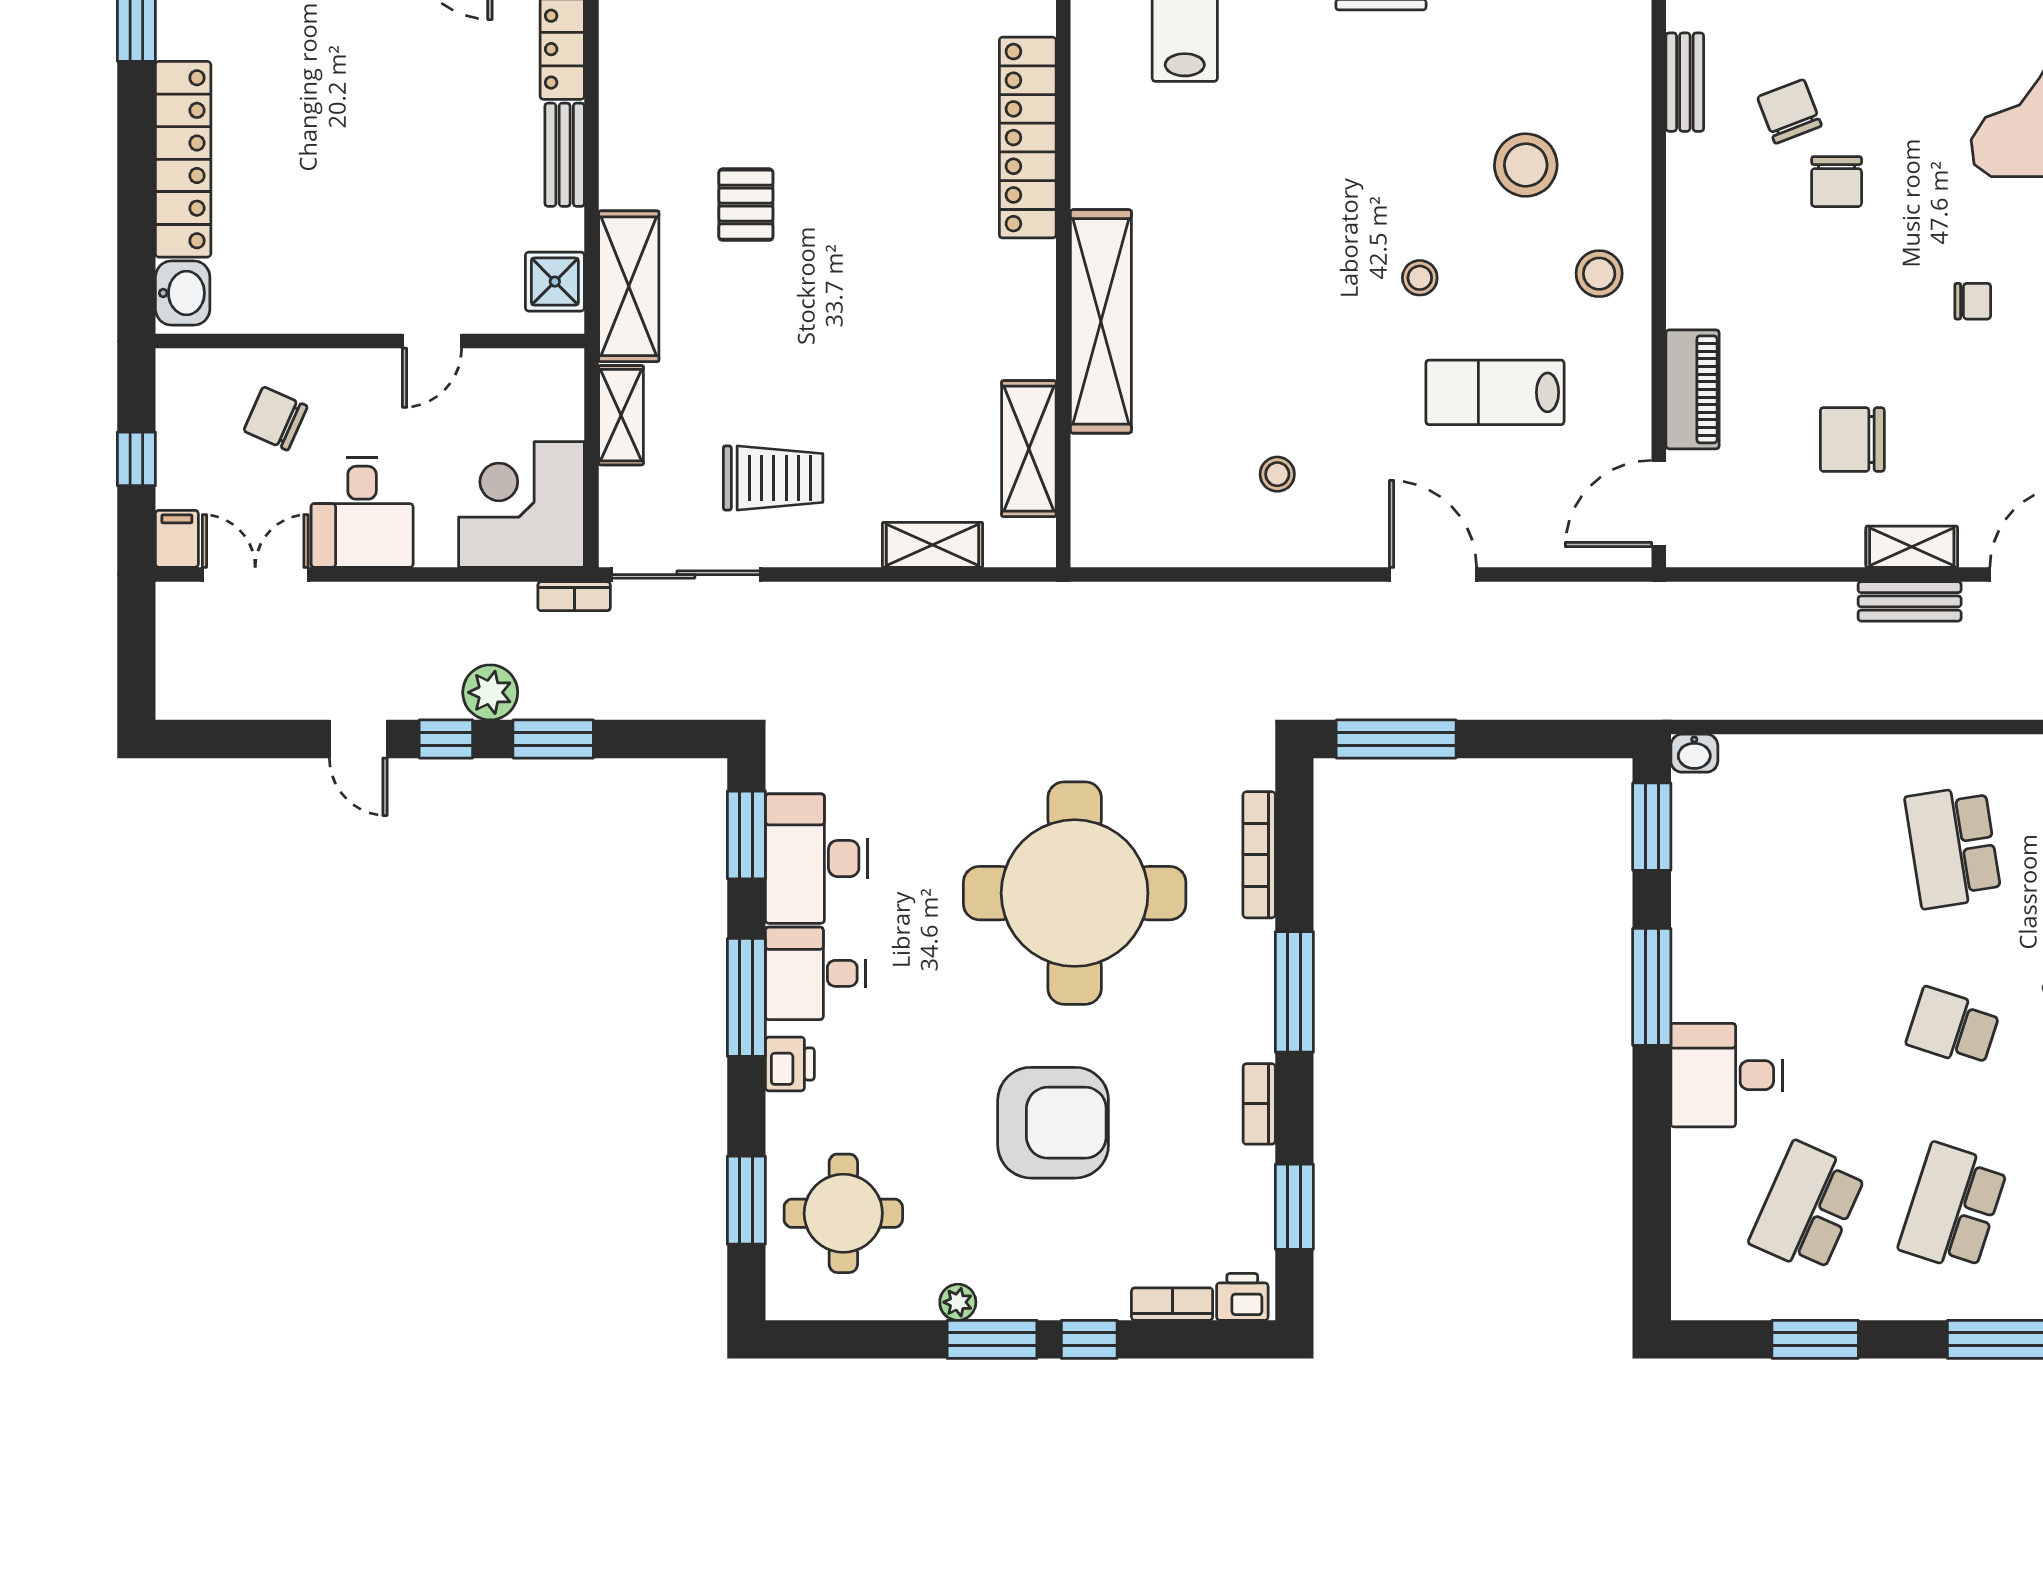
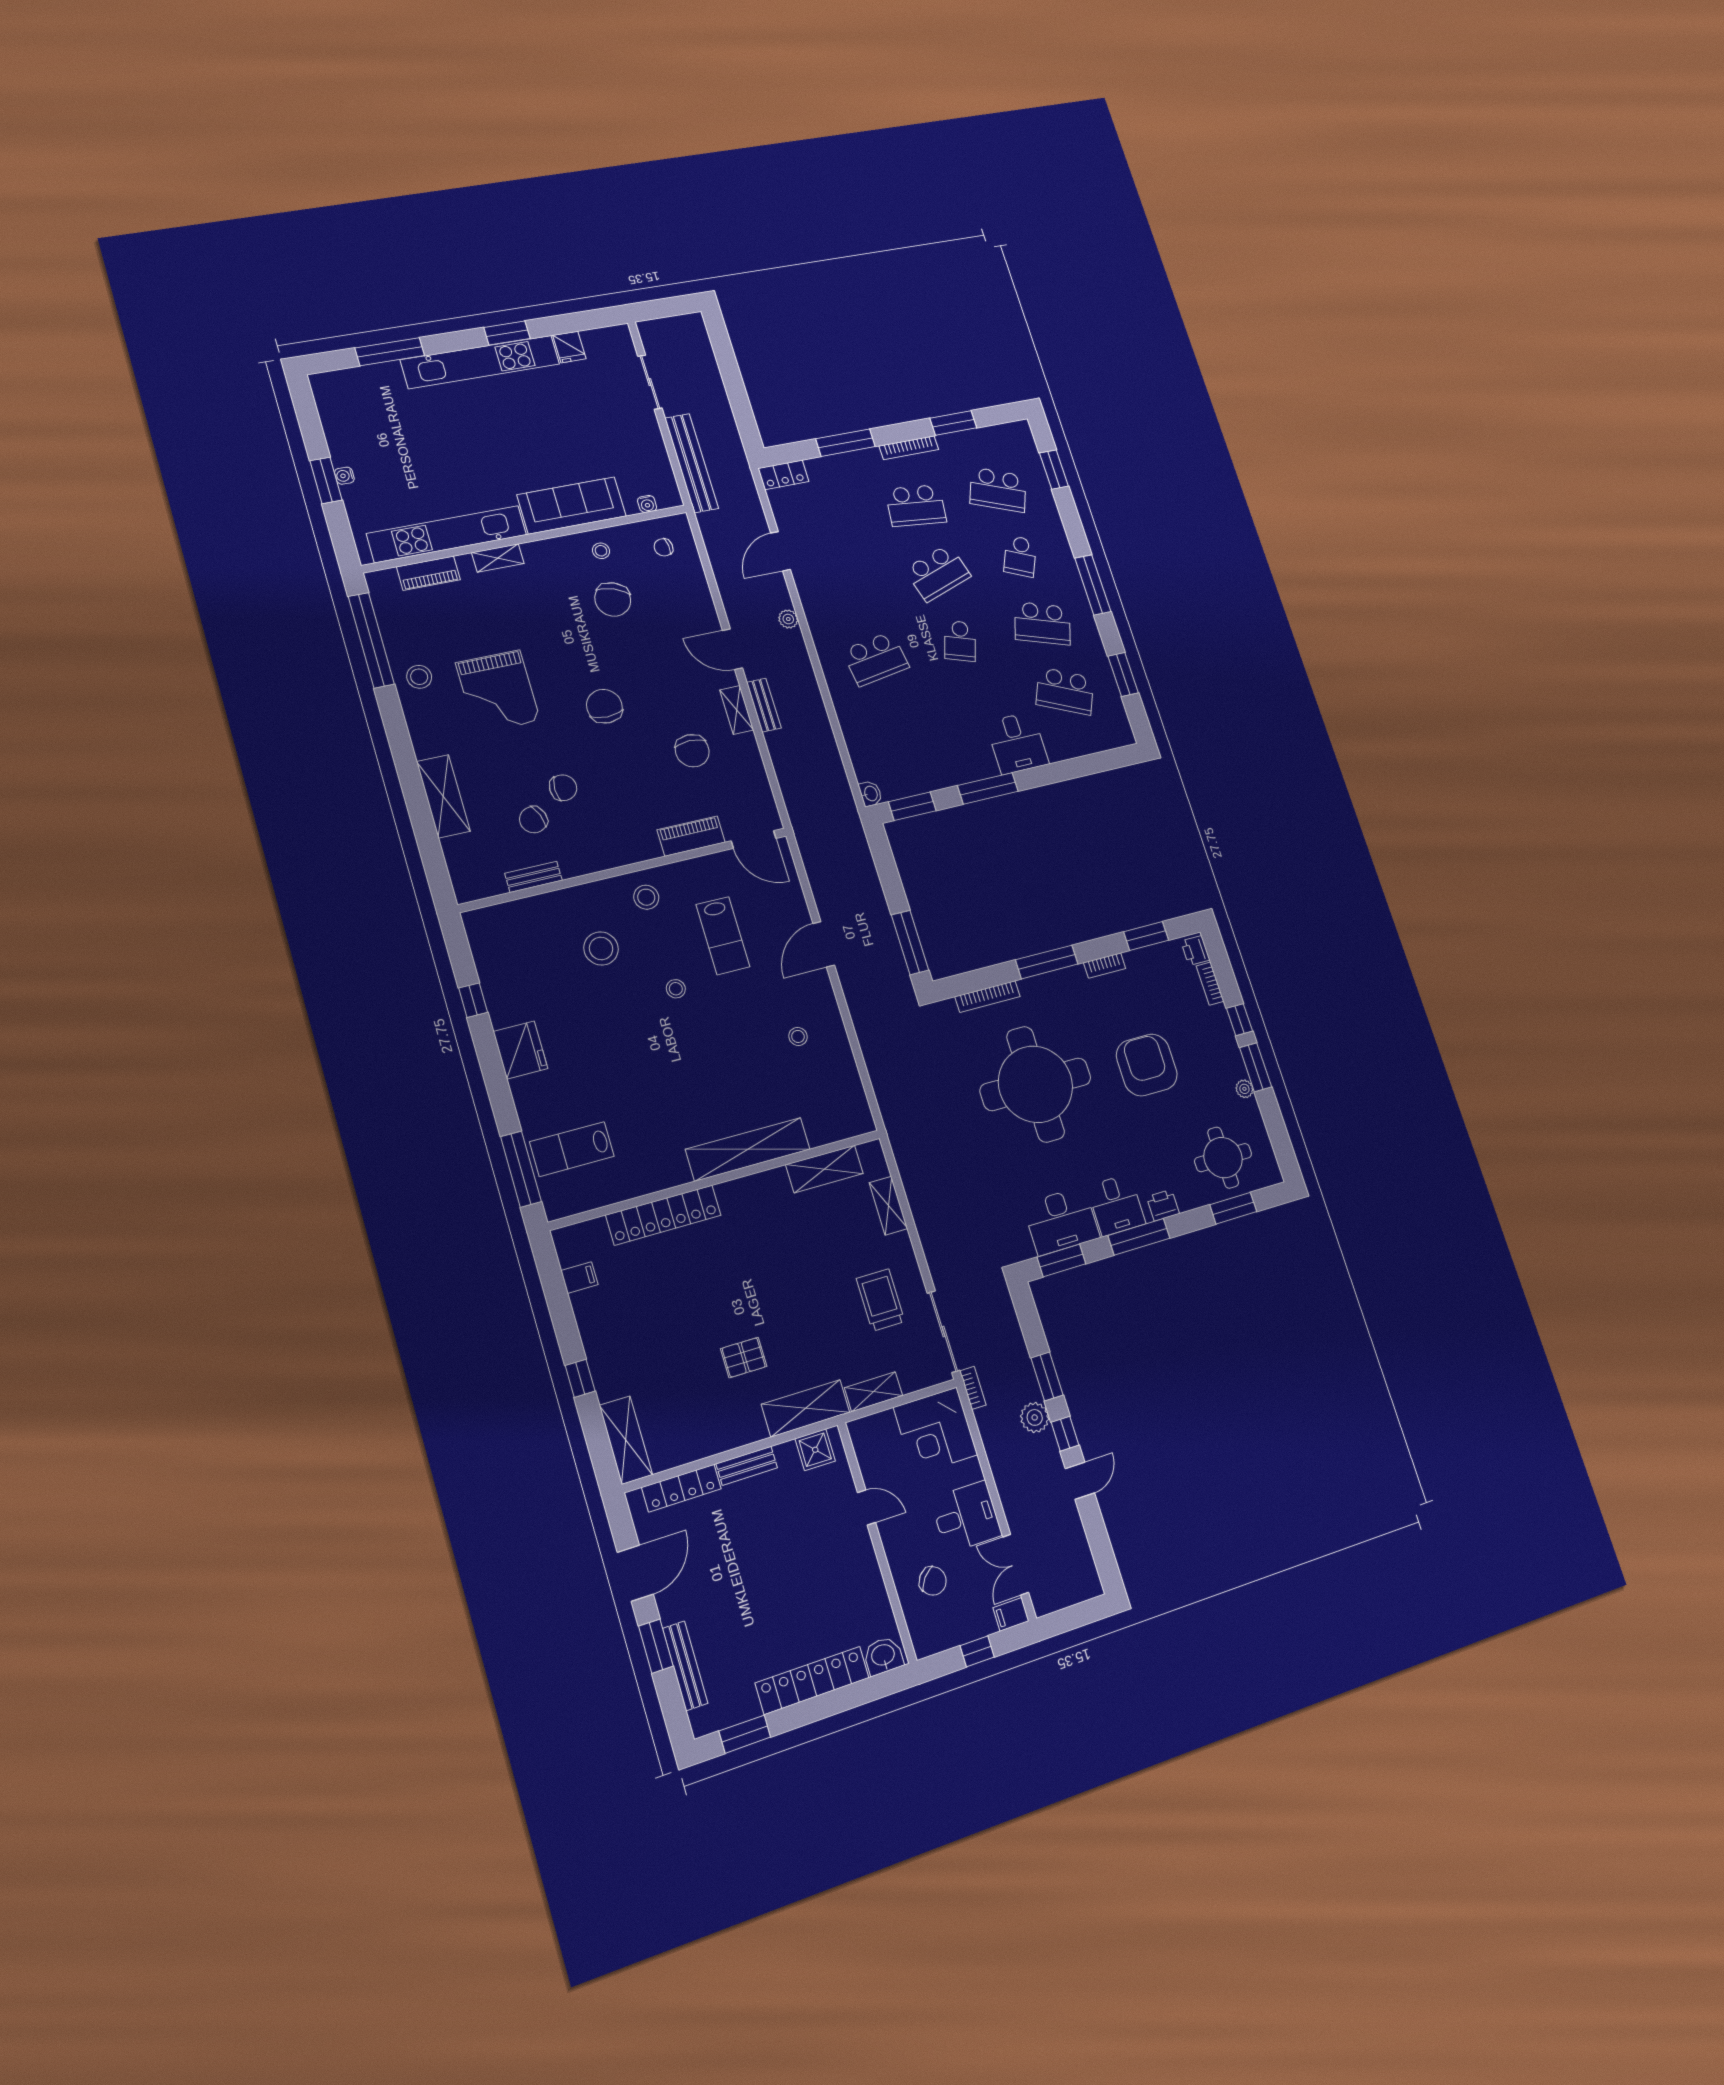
chair: (1973, 301) -> (604, 706), width x1.87, depth x1.87
chair: (275, 419) -> (933, 1581), turned -74

